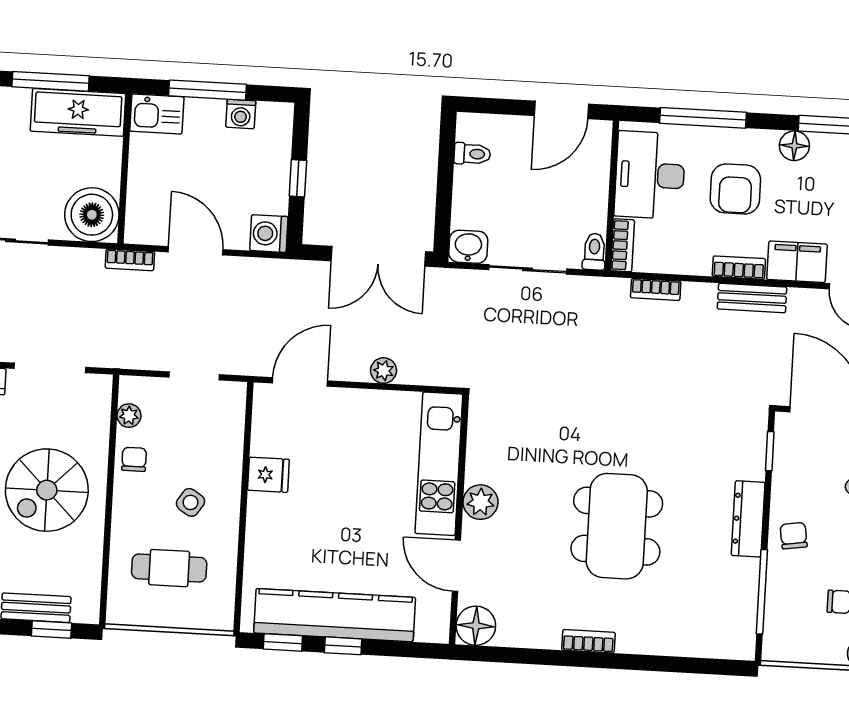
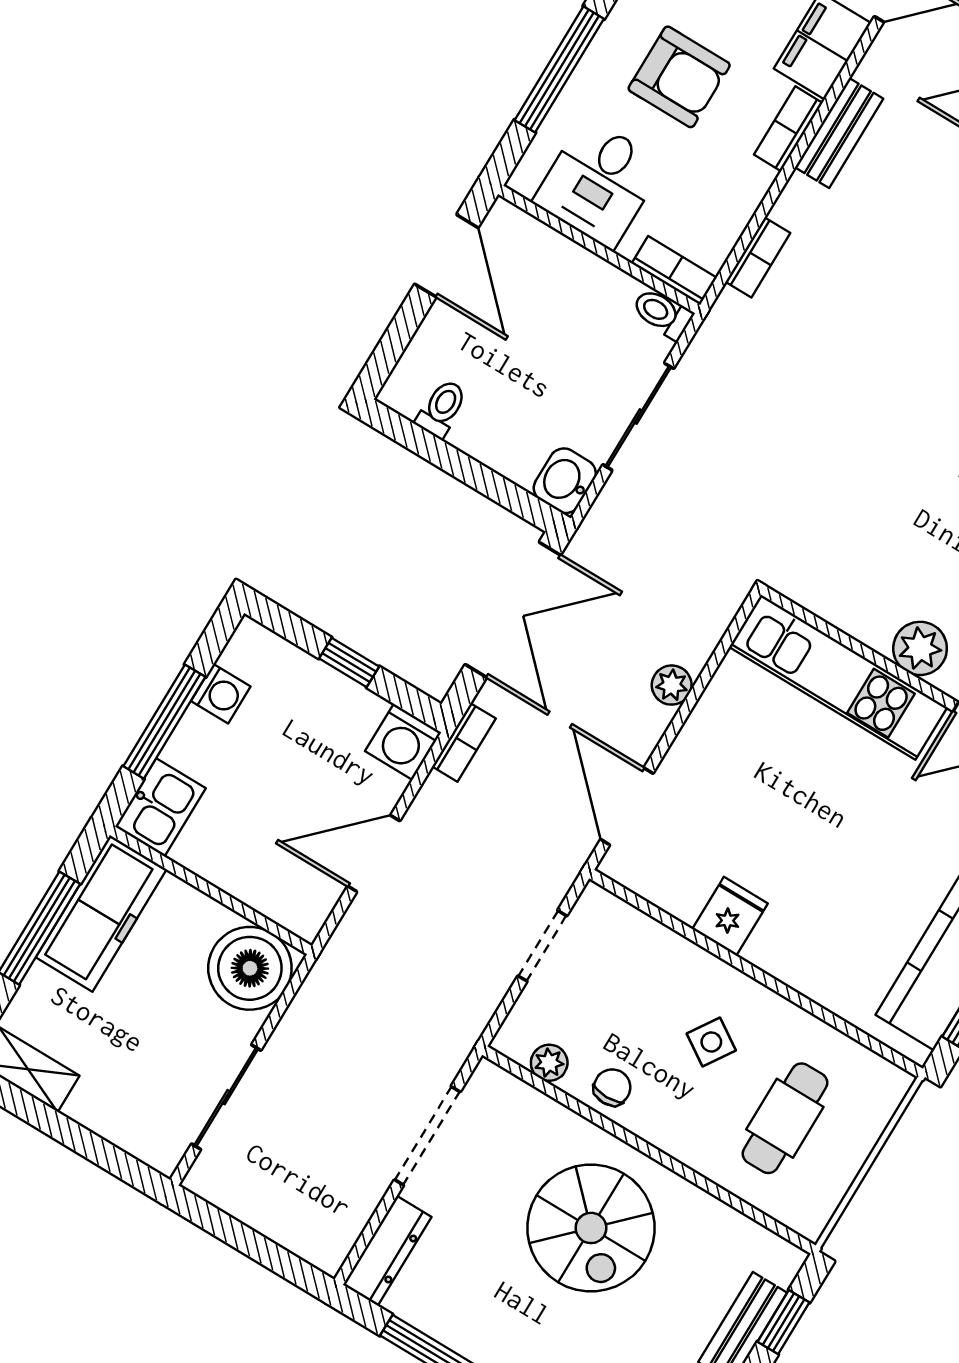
desk: (650, 175) -> (599, 183), width x0.73
bookcase: (130, 260) -> (464, 742), moved
chair: (134, 459) -> (612, 1087), turned 90

